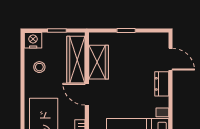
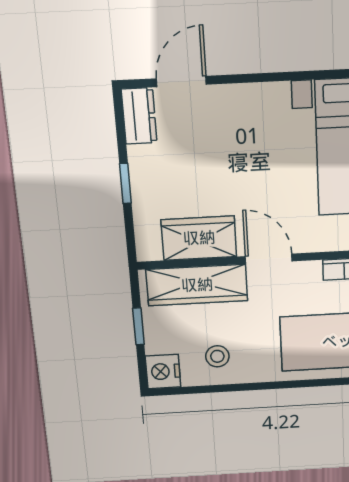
dresser: (162, 84) -> (139, 116), moved, turned -90
door: (87, 94) -> (269, 259), swing flipped

